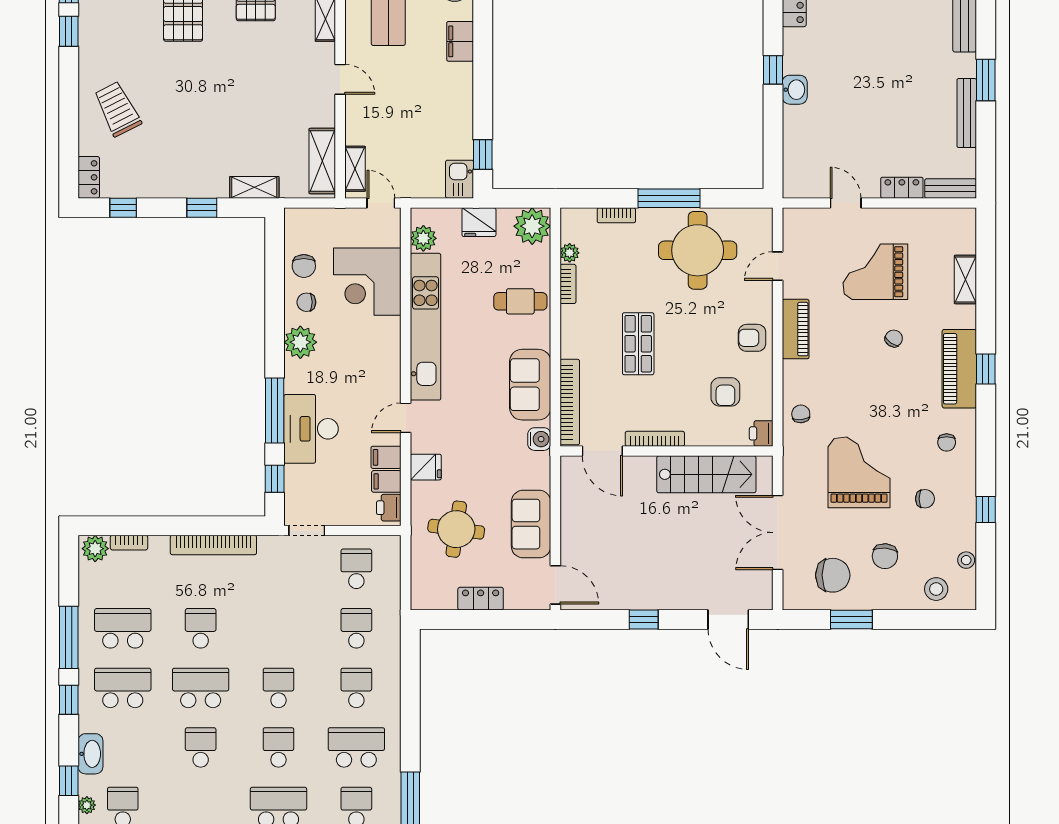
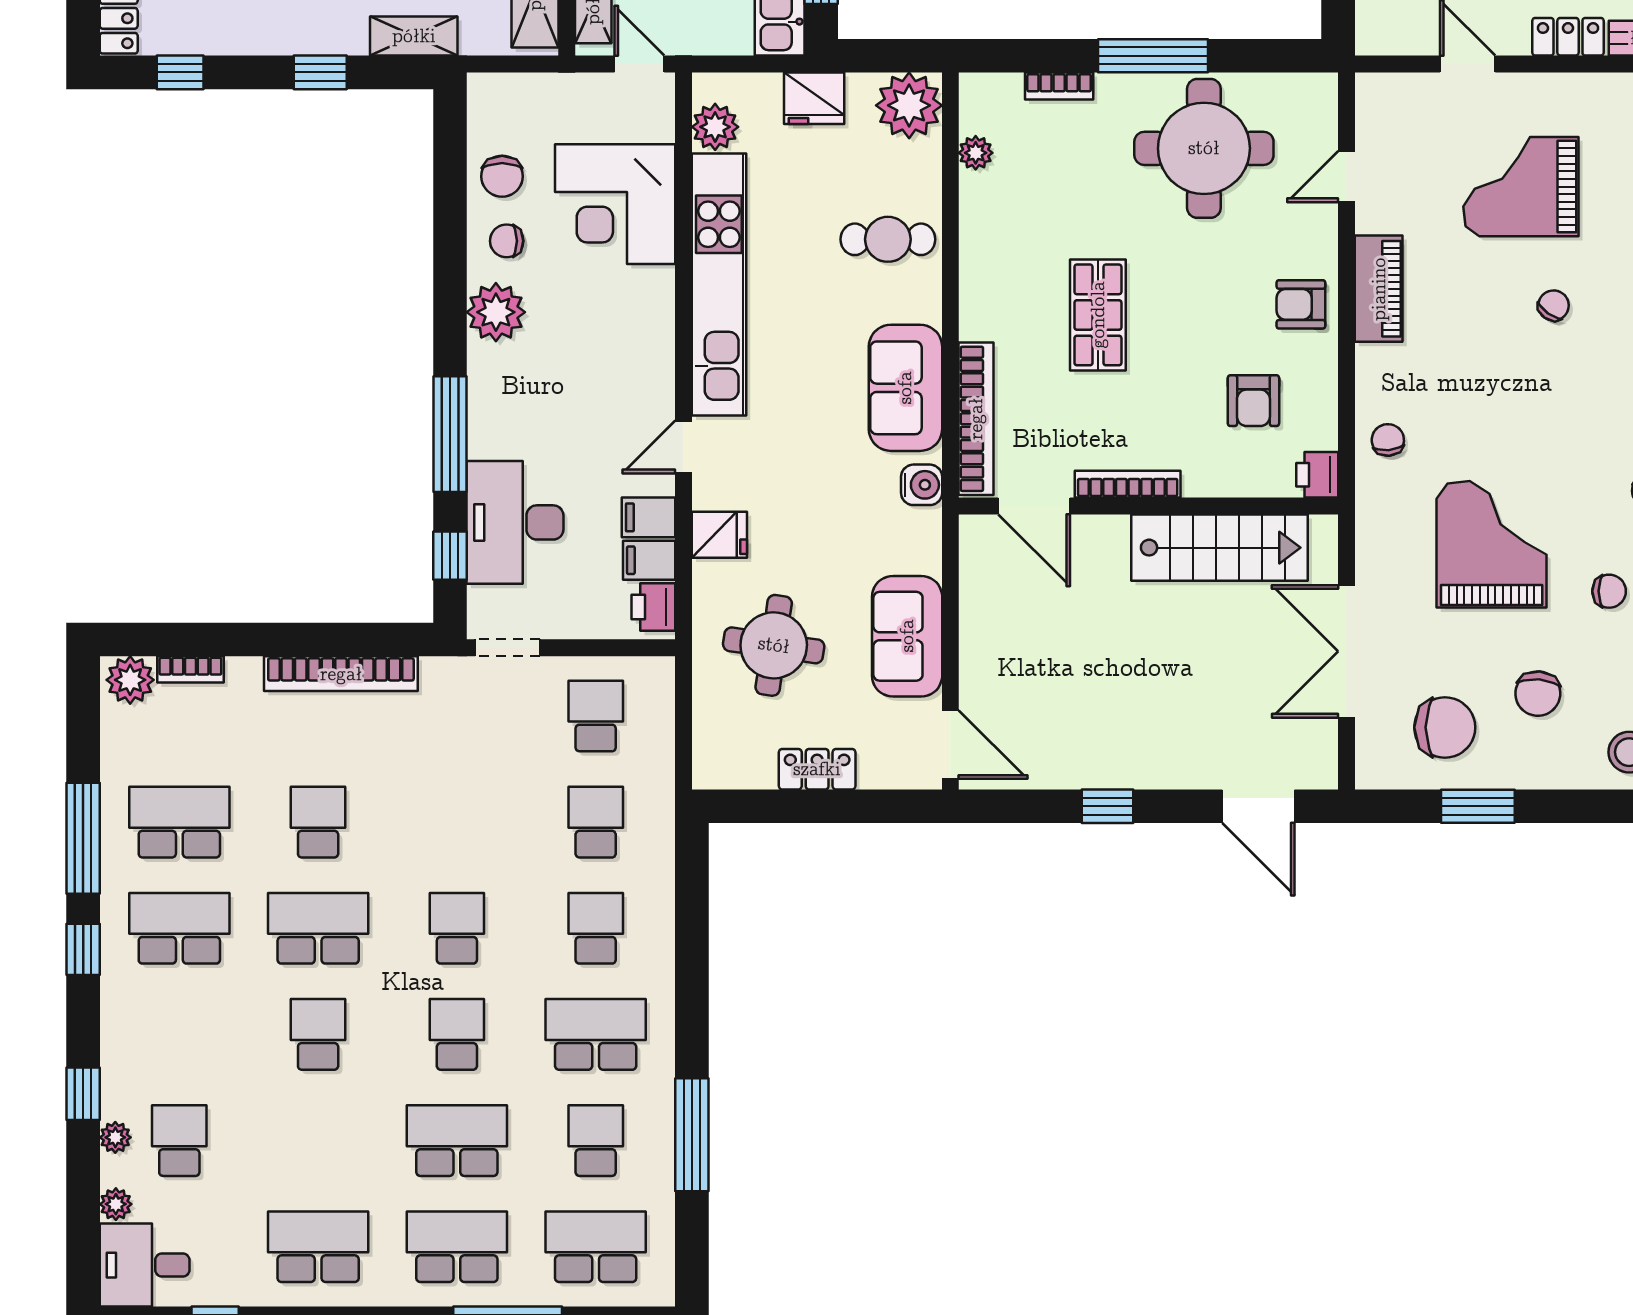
bookcase: (568, 284) -> (973, 208), removed
desk: (311, 429) -> (515, 522), moved
washbasin: (90, 754) -> (122, 1046), removed

